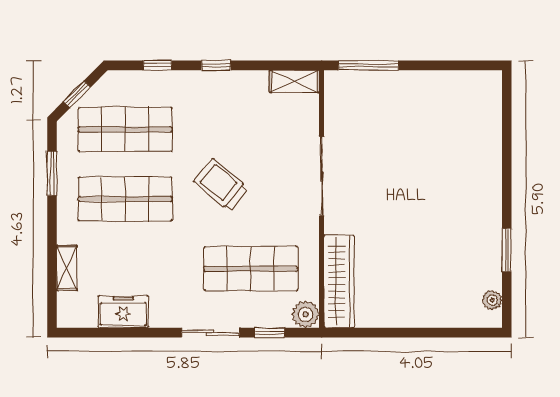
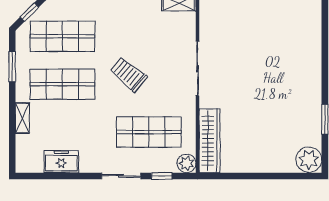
shelving: (67, 268) -> (22, 118), moved
plant: (492, 300) -> (309, 160), width x1.88, depth x1.88

